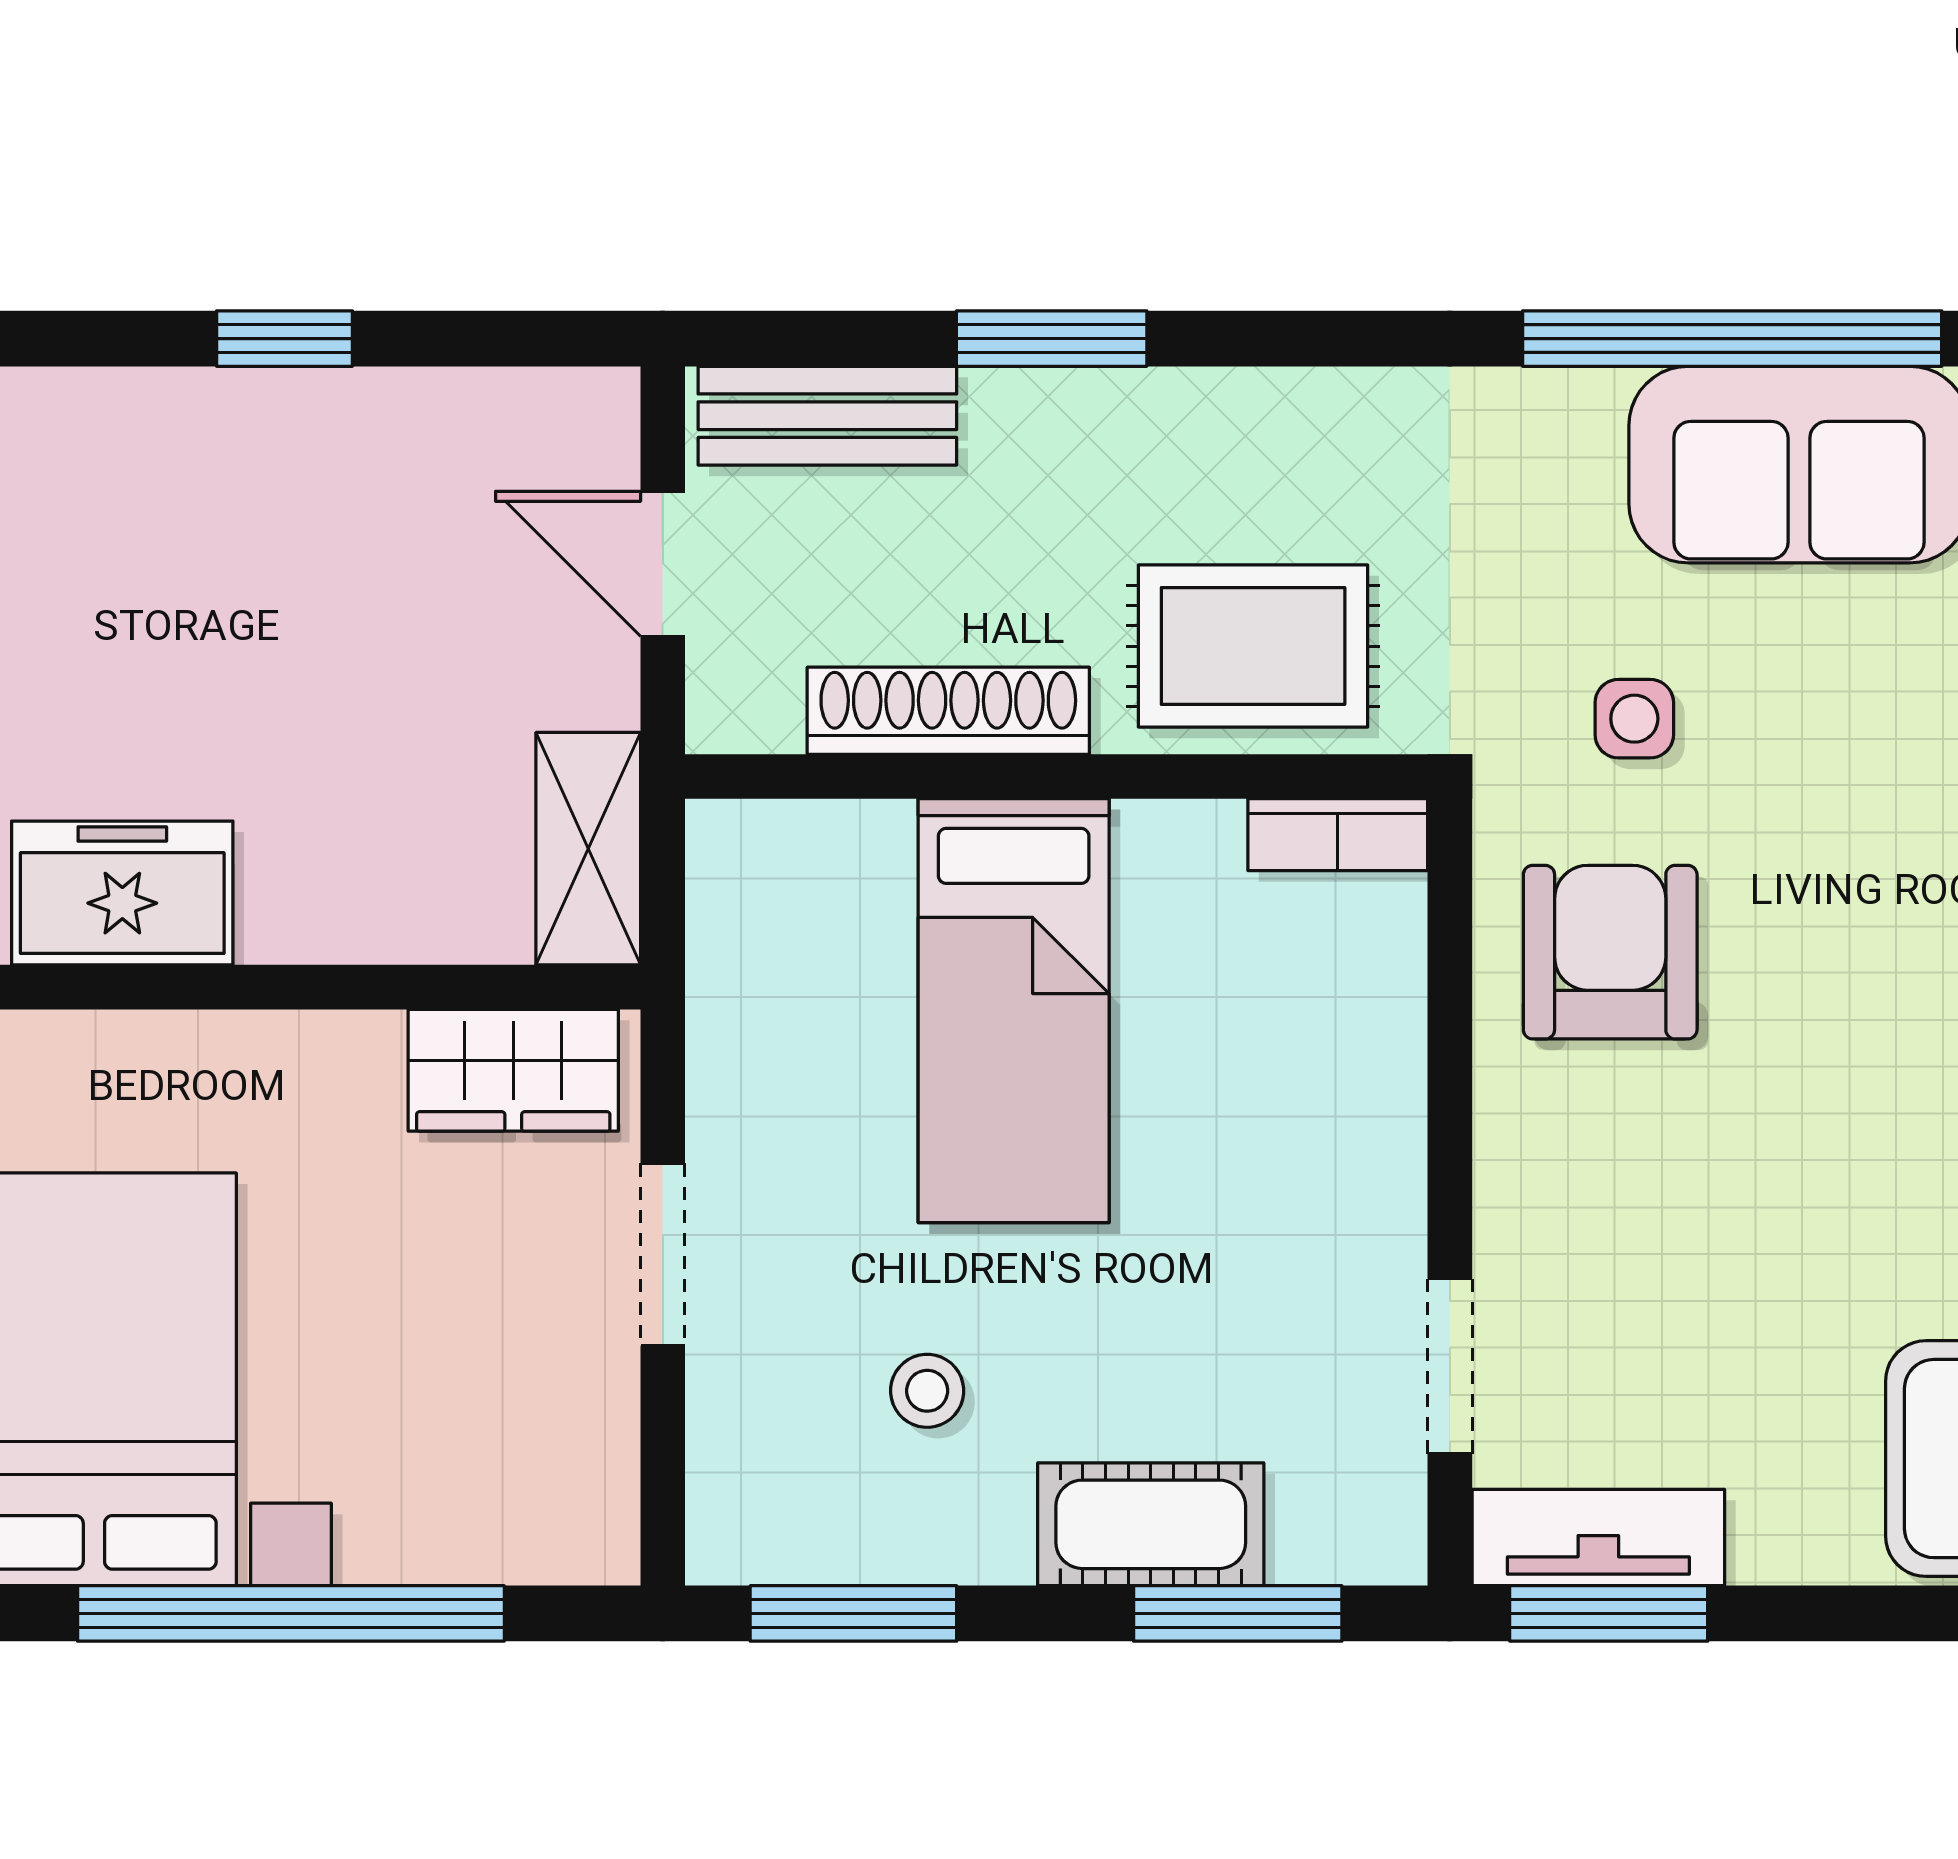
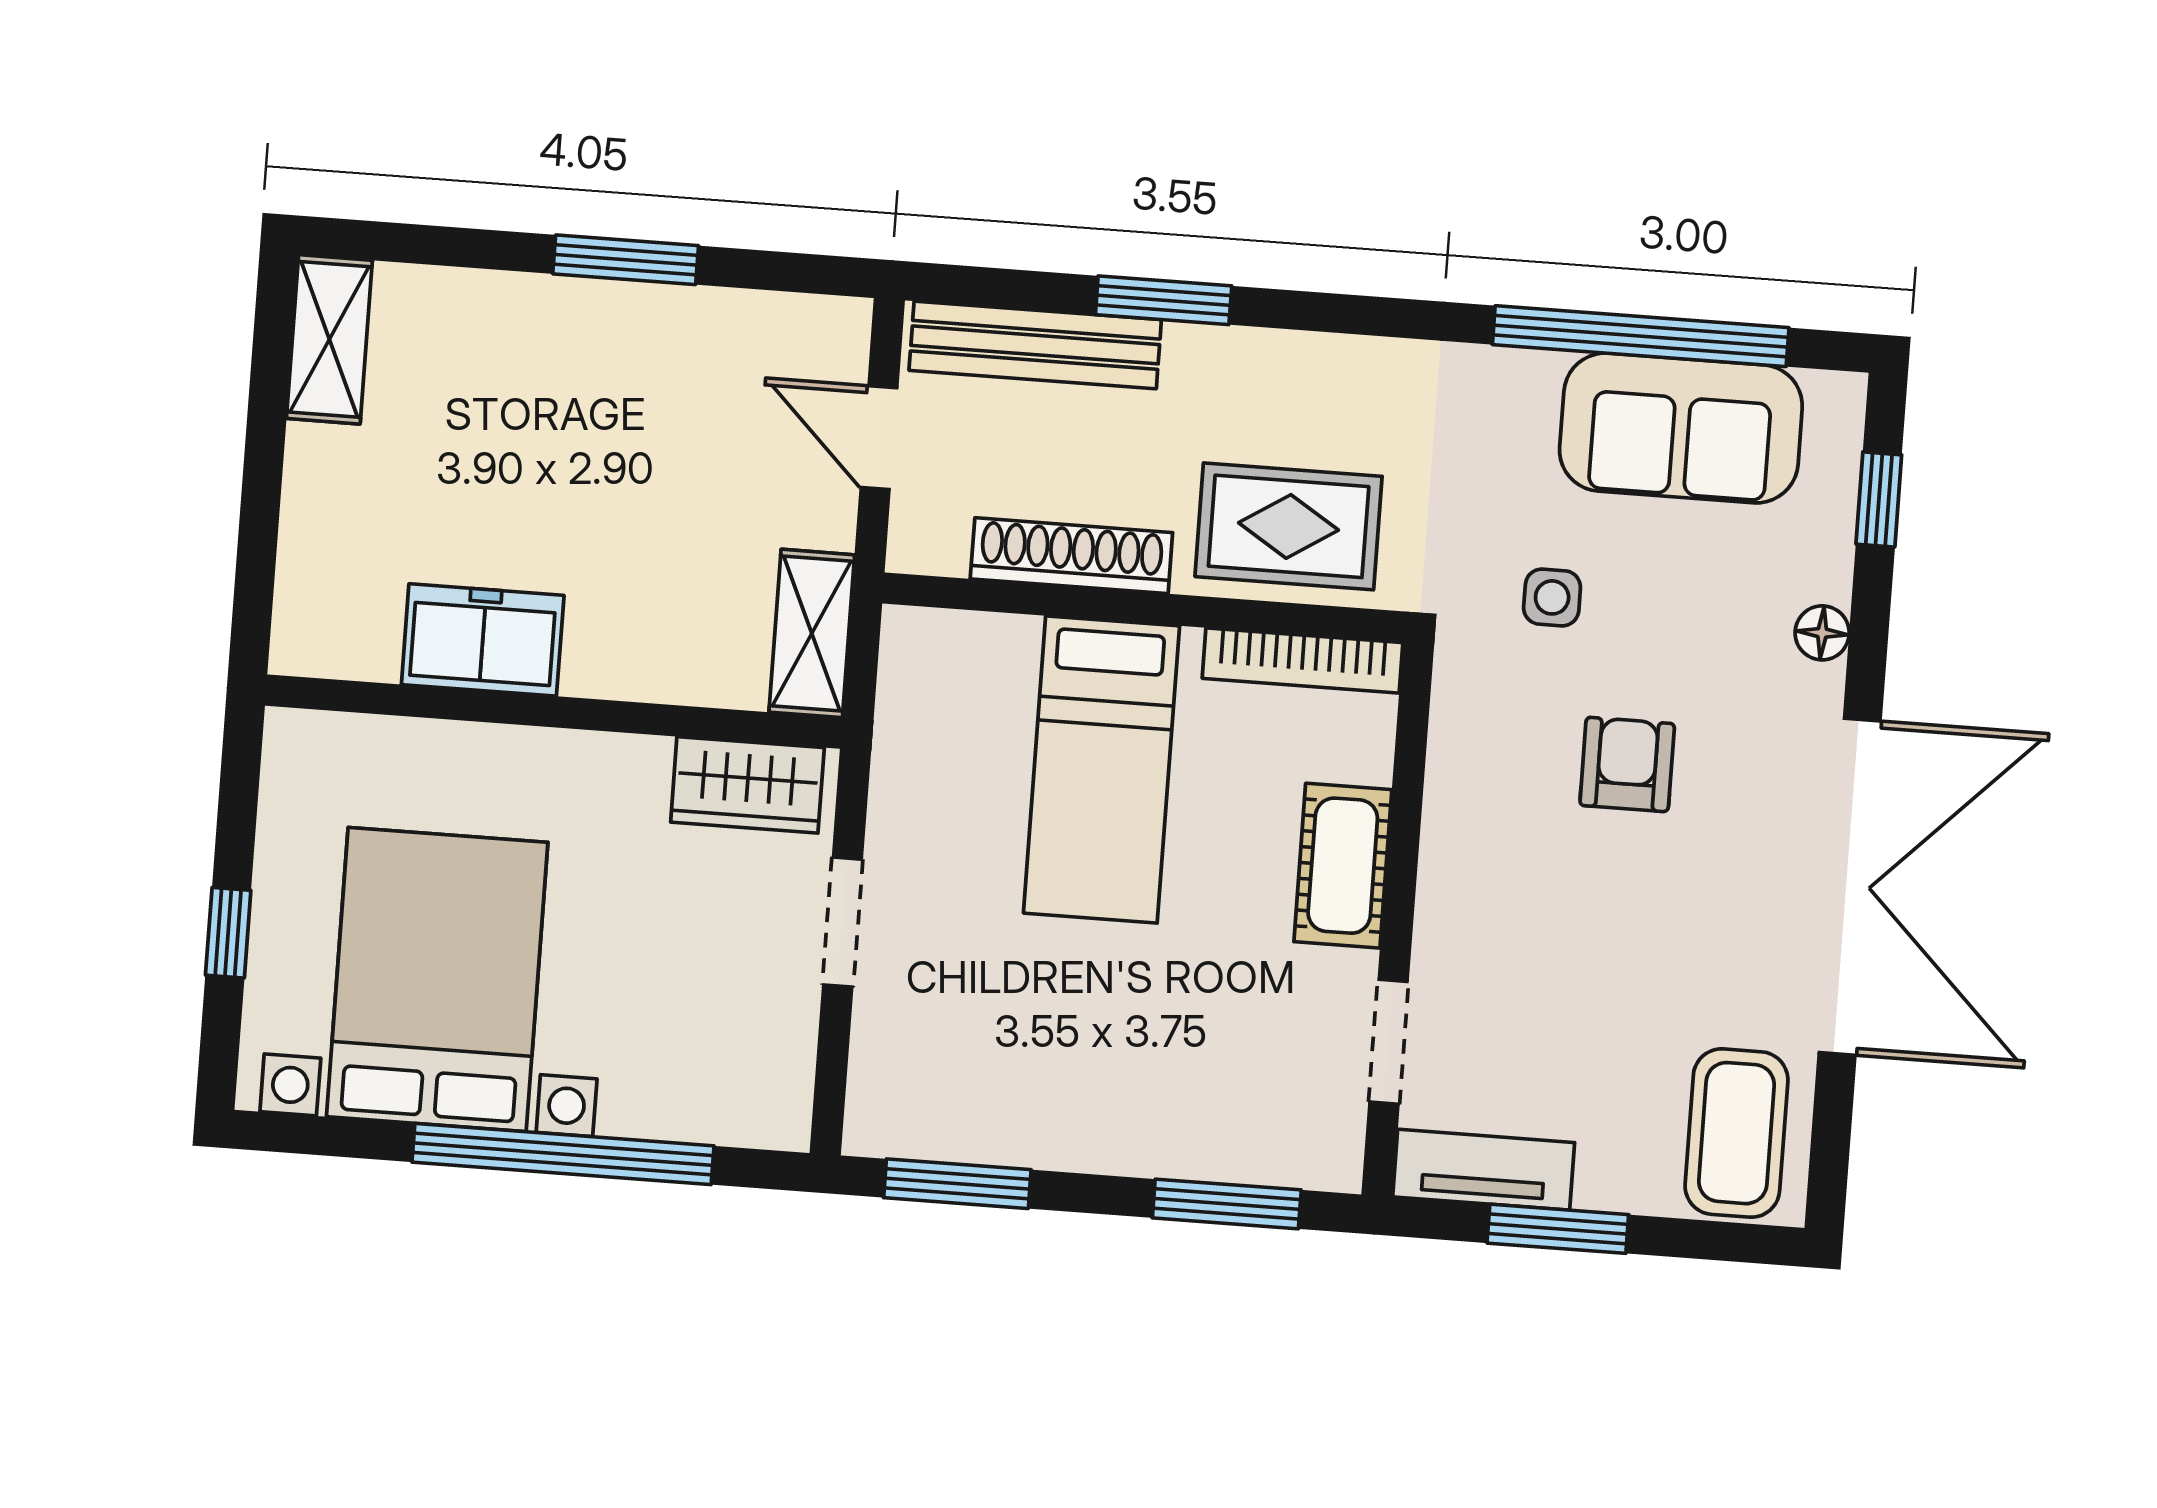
window: (284, 339) -> (626, 260), width x1.50
bench: (827, 416) -> (1035, 345), width x1.36
bookcase: (1338, 835) -> (1303, 660), width x1.56
armchair: (1610, 952) -> (1627, 764), moved, width x0.72, depth x0.72
stool: (927, 1391) -> (1021, 1031), removed
cot: (1151, 1524) -> (1343, 866), moved, turned 90
window: (1609, 1613) -> (1558, 1229), moved

